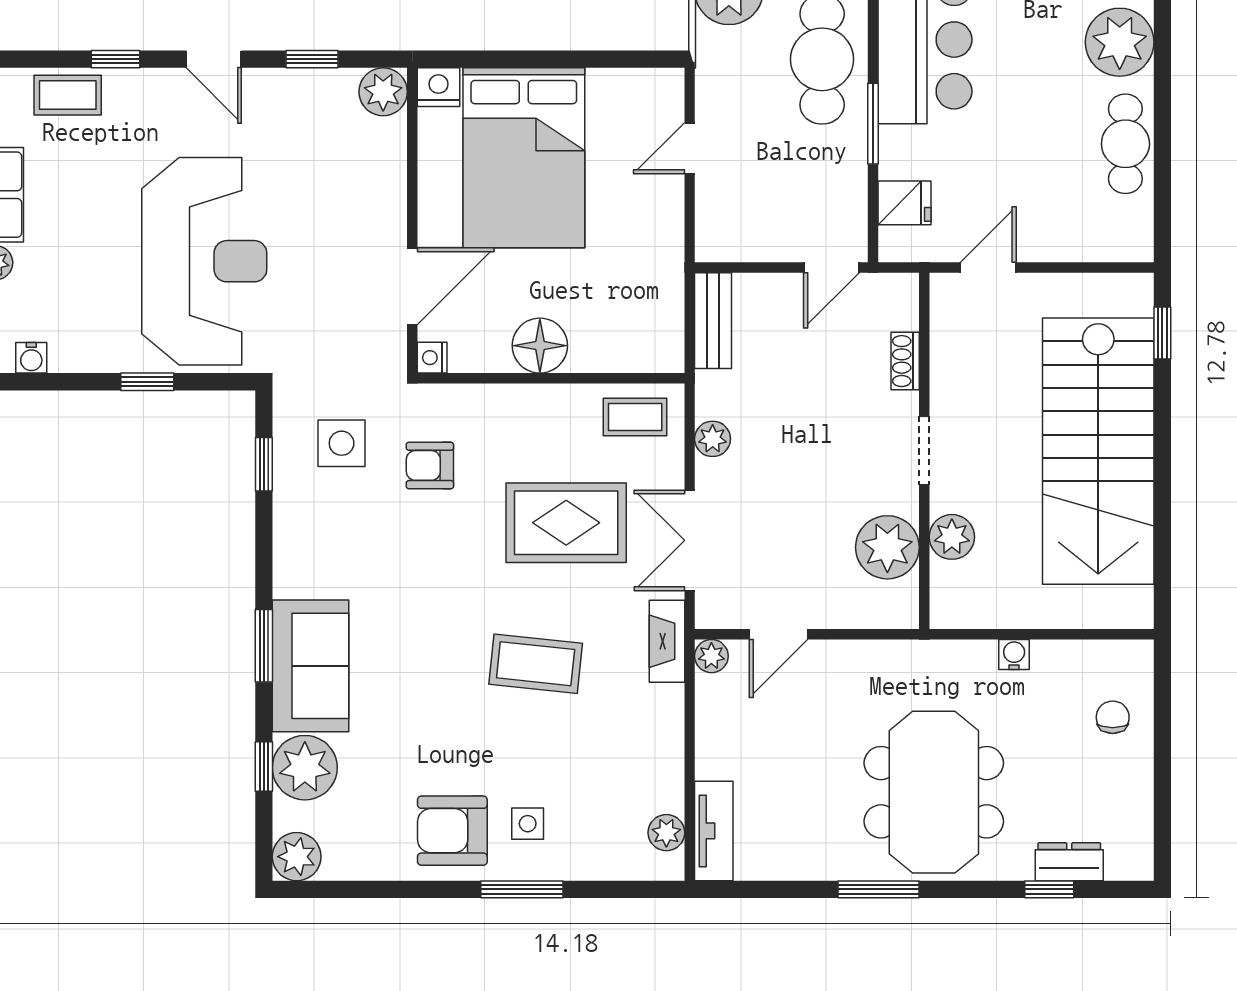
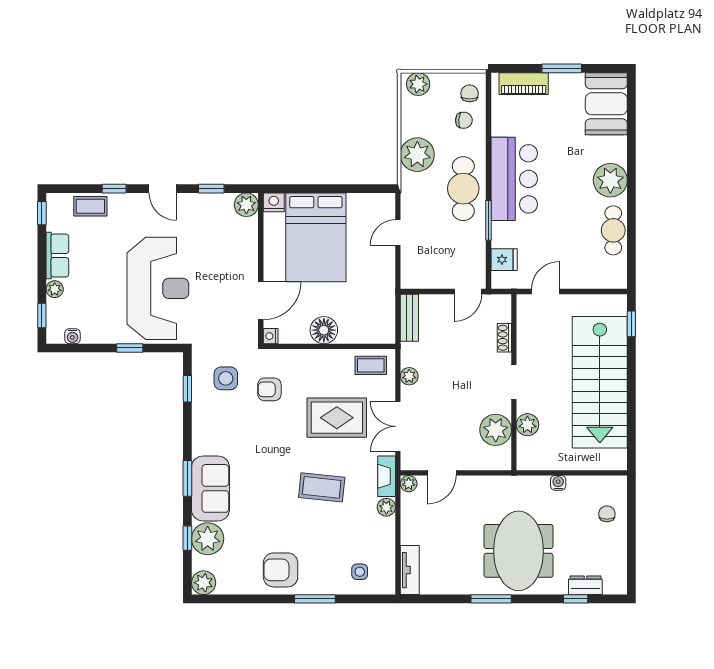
side table: (528, 824) -> (360, 572), moved
plant: (666, 833) -> (386, 507), moved

